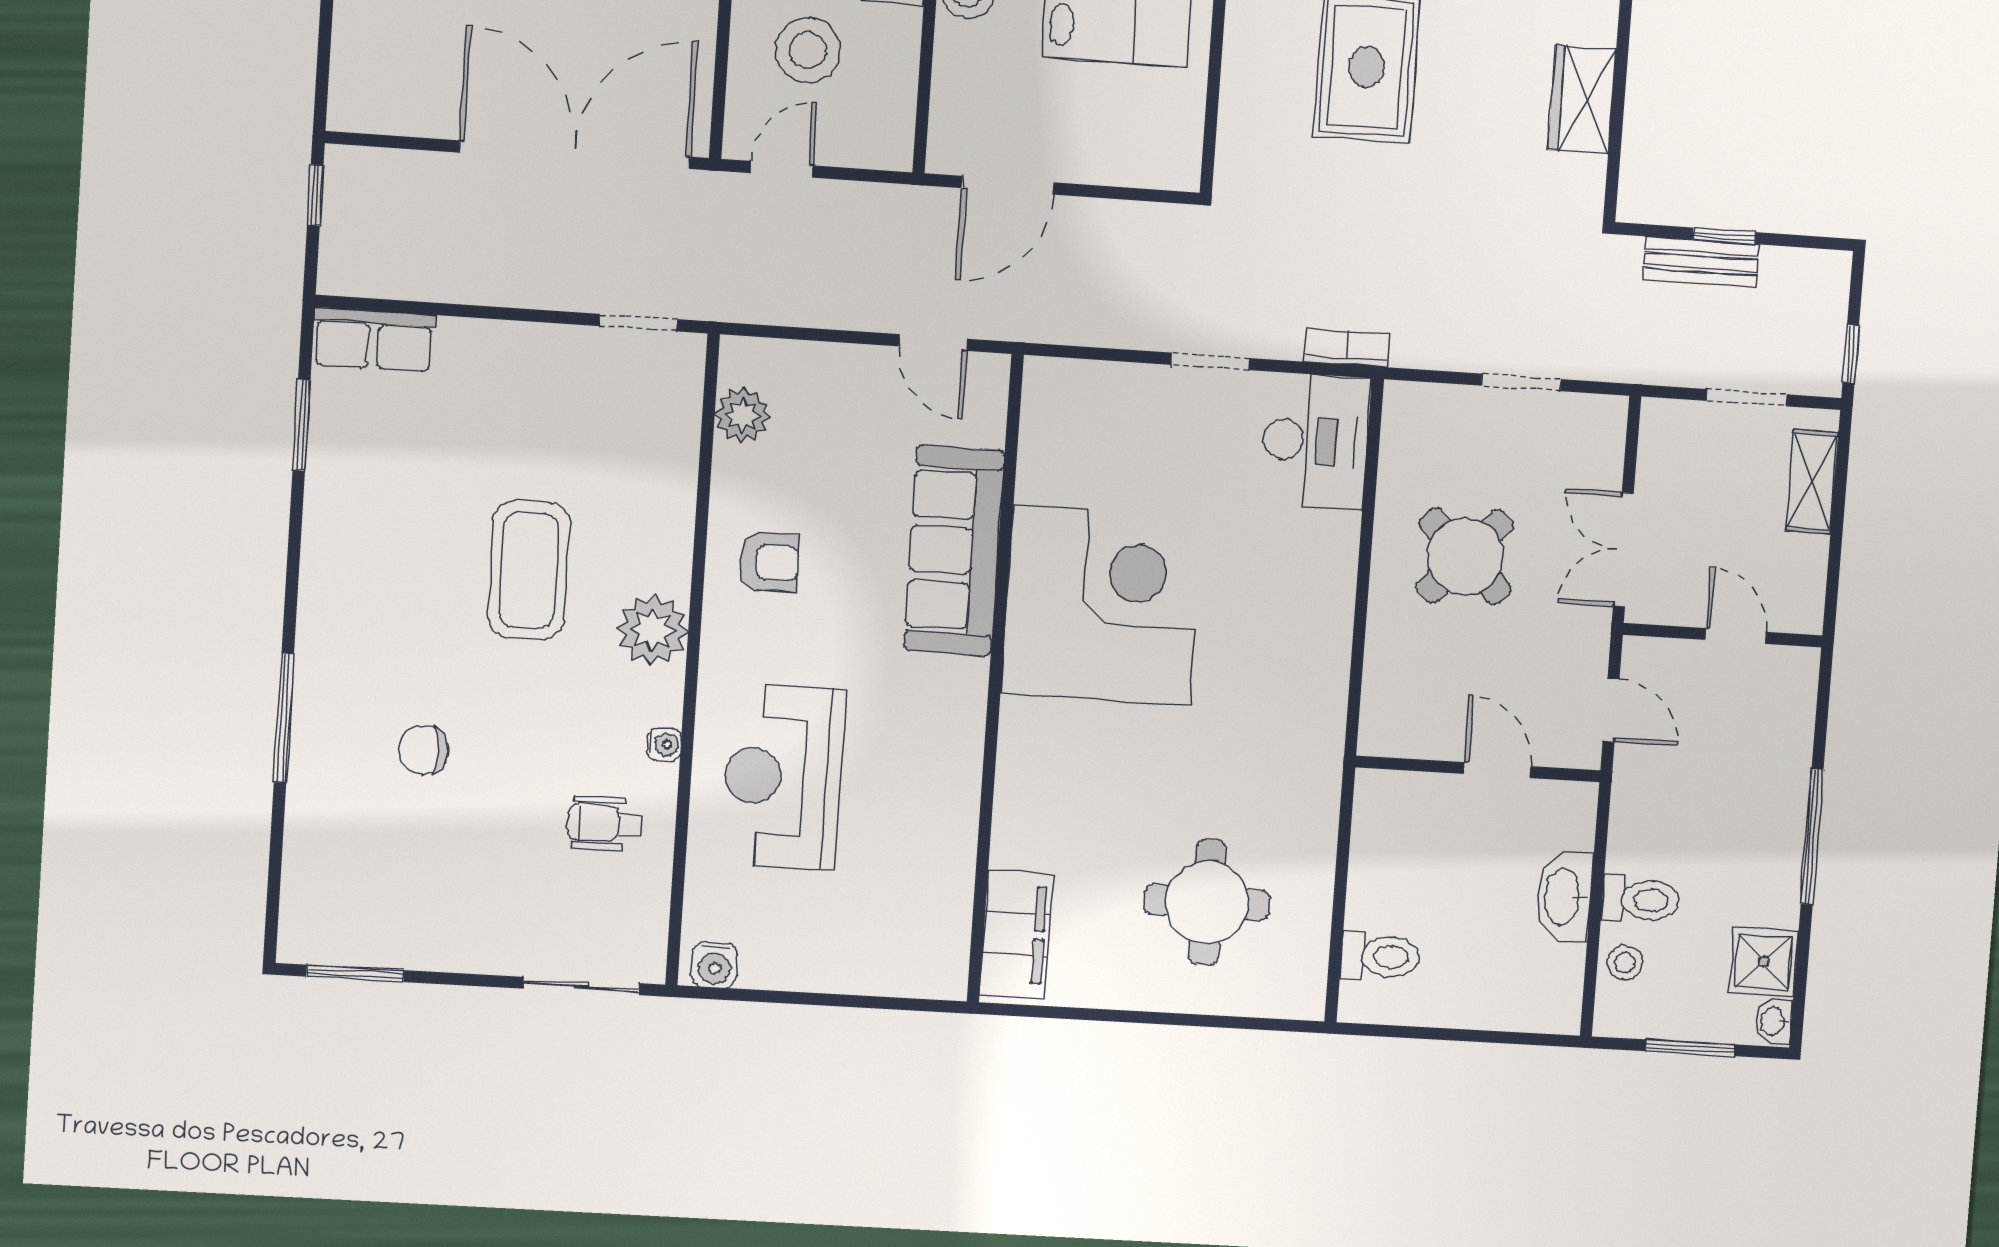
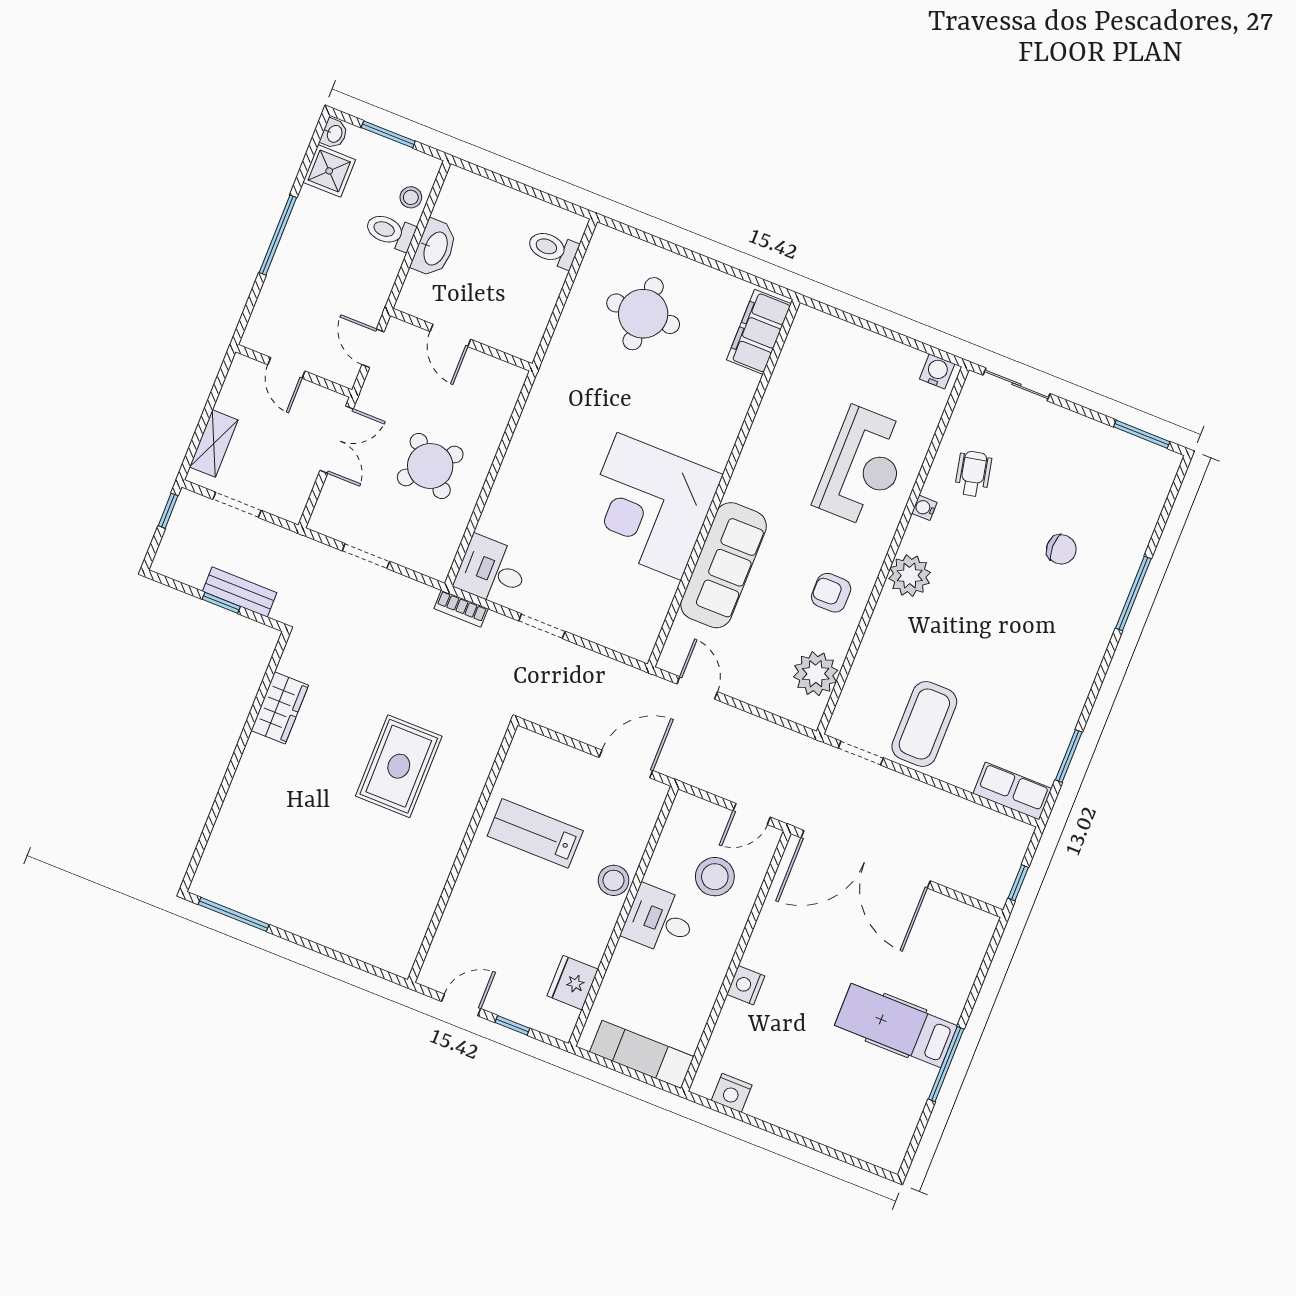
plant: (742, 415) -> (816, 674), width x1.36, depth x1.36
desk: (1315, 441) -> (492, 571), width x0.73
coffee table: (529, 570) -> (924, 724), moved
wheelchair: (604, 824) -> (973, 474), turned -102

